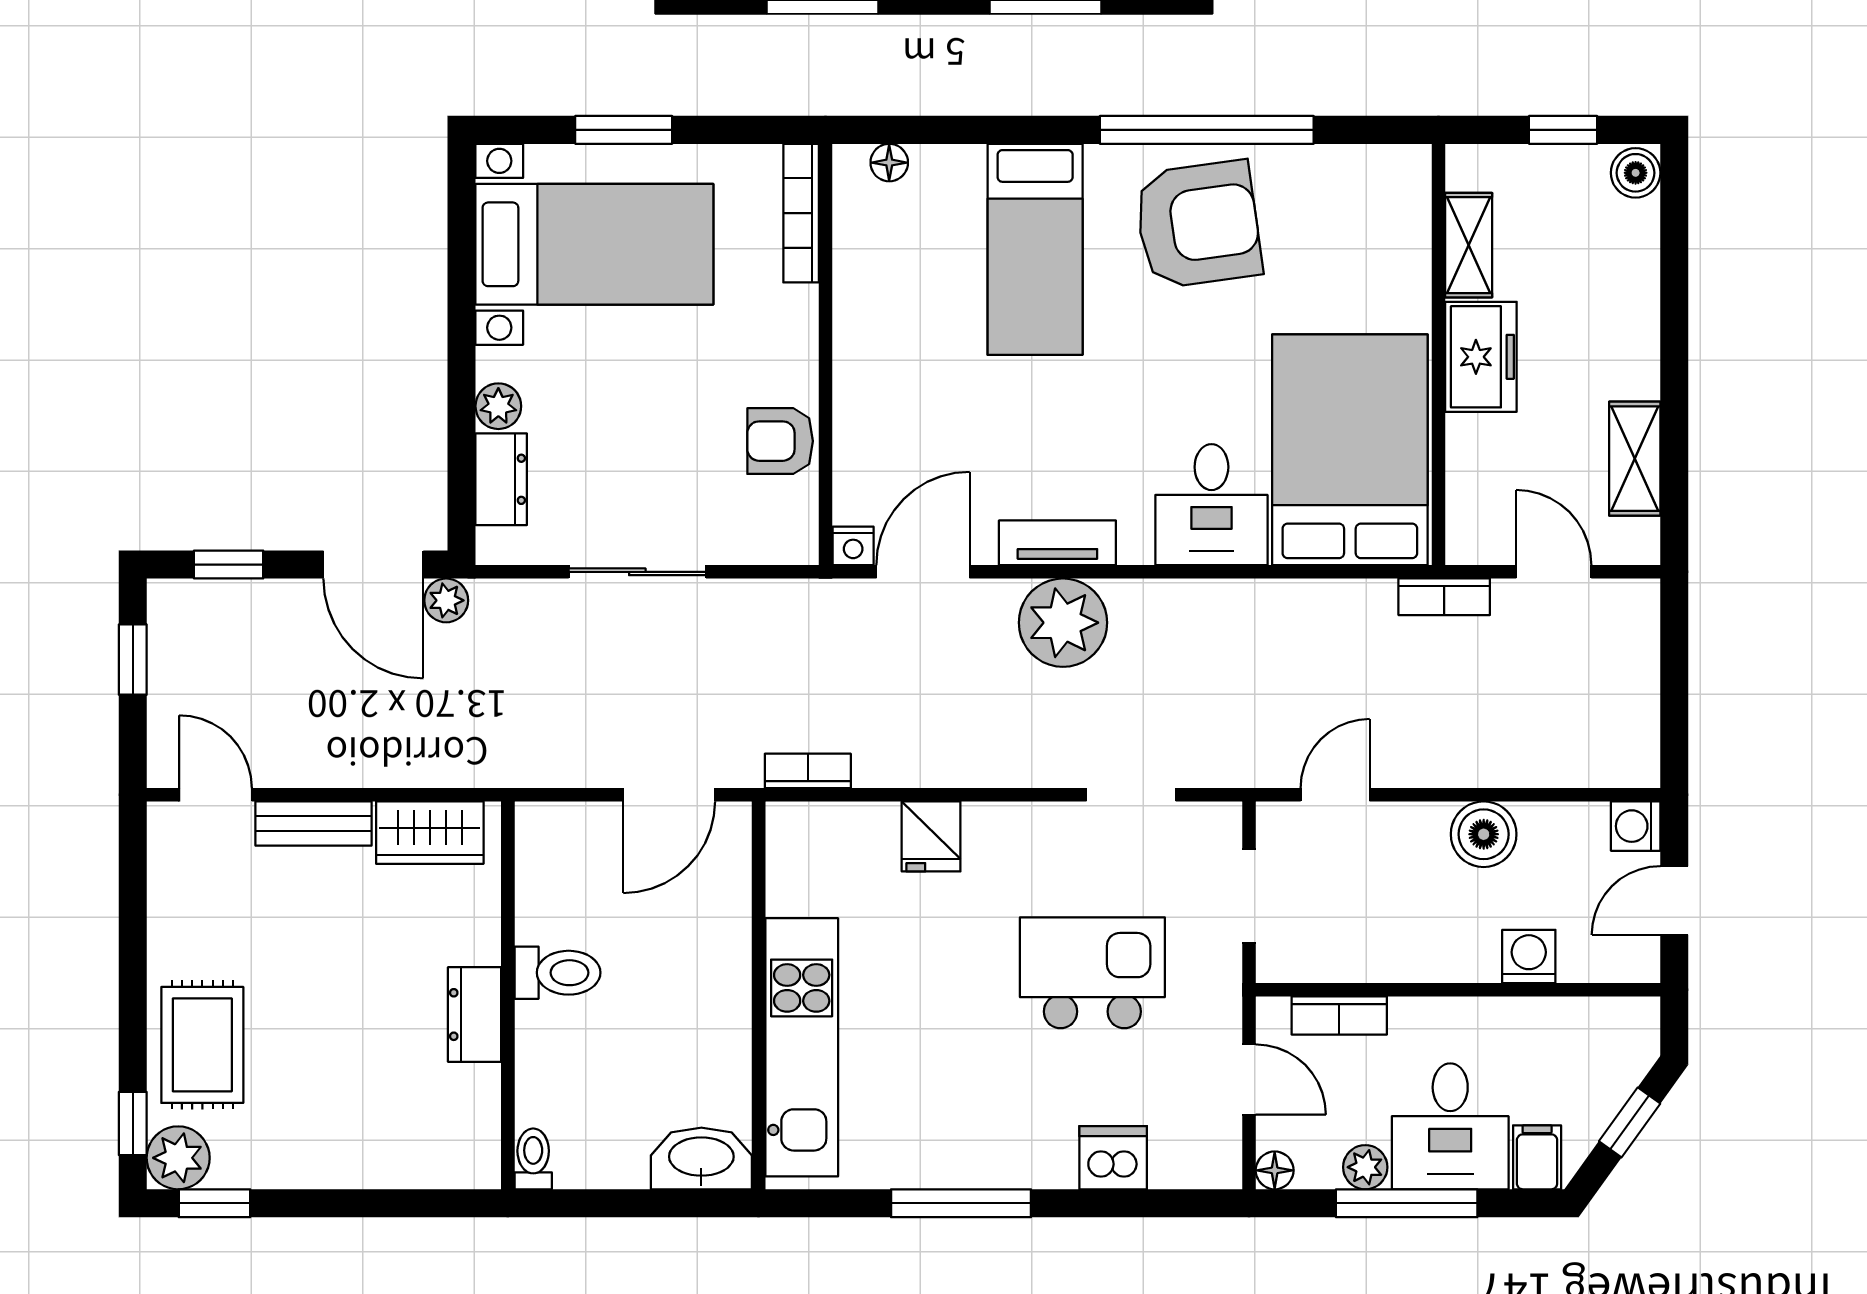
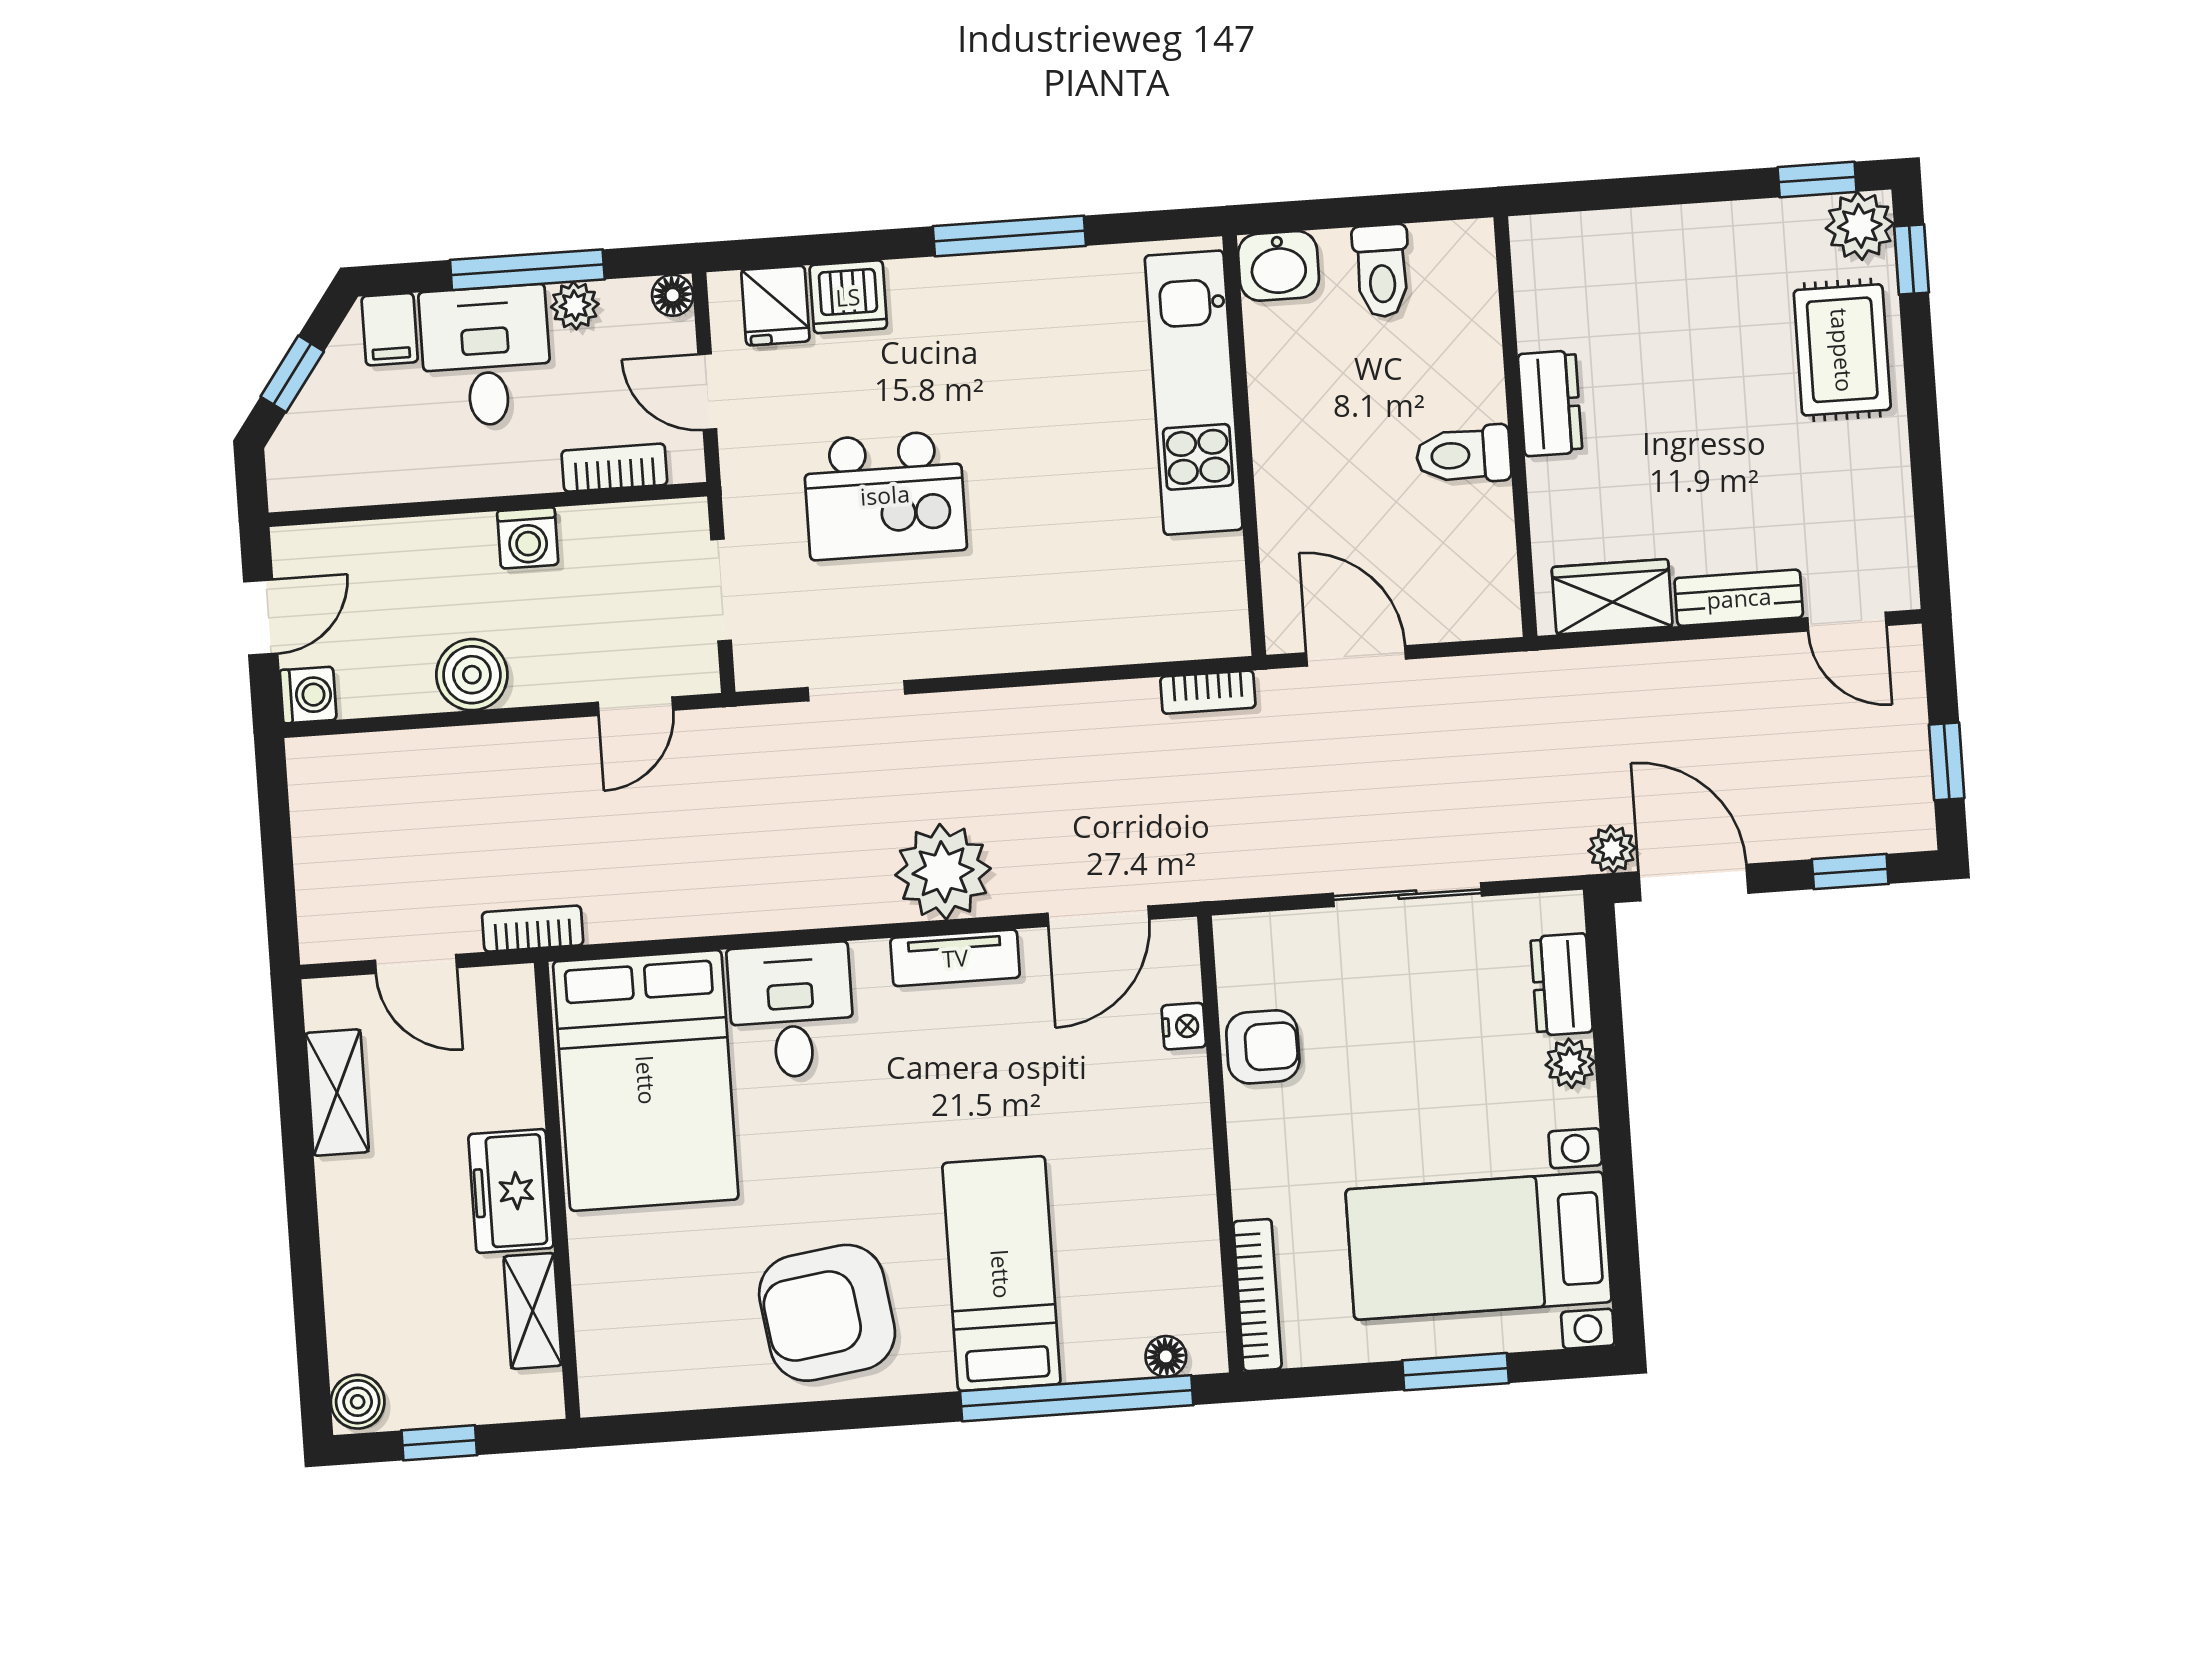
window: (1207, 130) -> (1077, 1398), moved
nightstand: (853, 546) -> (1184, 1026), moved, turned 90
door: (669, 795) -> (1356, 656), hinge flipped
fridge: (931, 836) -> (775, 306), moved, turned 180
washing machine: (1529, 956) -> (528, 538), moved
washbasin: (701, 1158) -> (1279, 266), width x0.72
toilet: (533, 1159) -> (1382, 271), moved, width x1.37, depth x1.39

